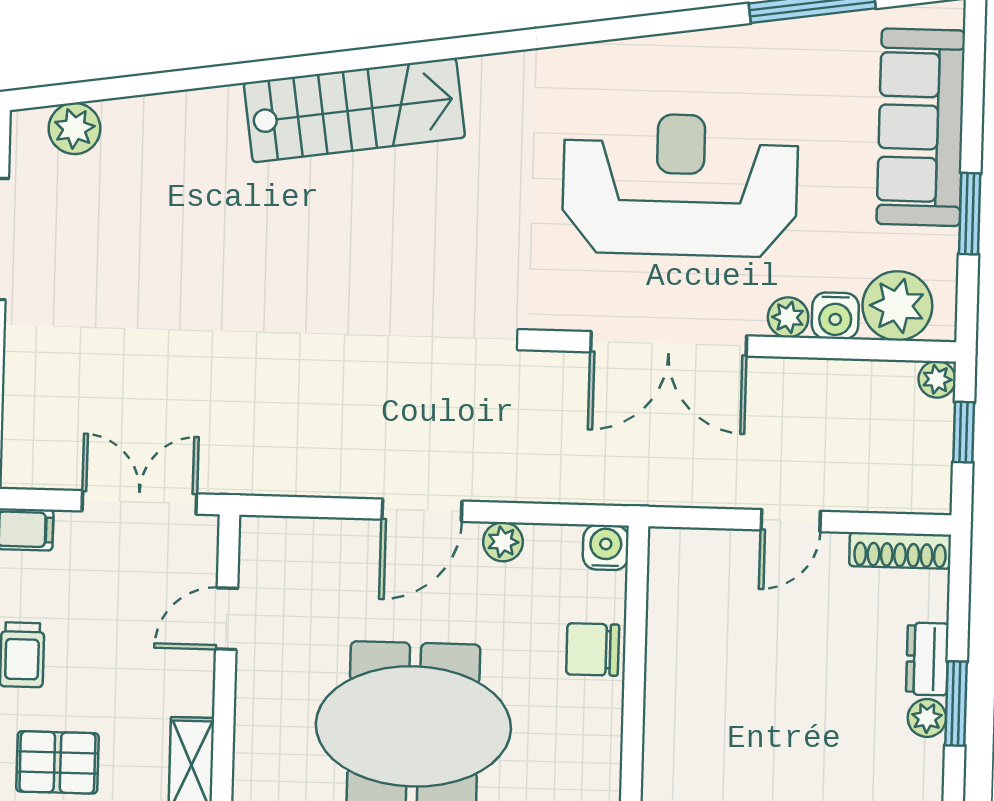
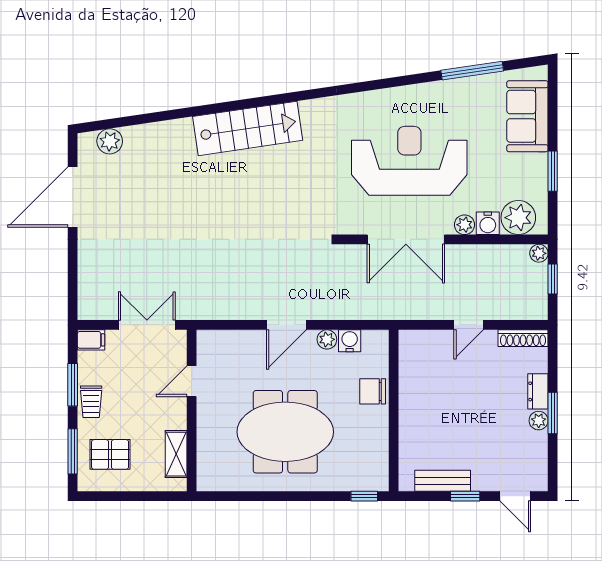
sofa: (921, 127) -> (527, 116), width x0.73
water cooler: (606, 547) -> (350, 341), moved

